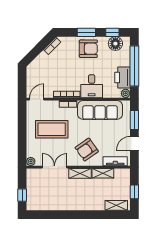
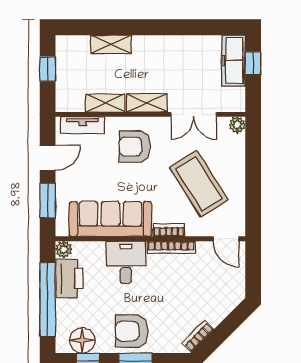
door: (37, 99) -> (226, 239), hinge flipped
coffee table: (52, 129) -> (199, 184), turned 58
armchair: (87, 150) -> (135, 147), turned -145
freezer: (33, 197) -> (233, 61), added
shelving: (116, 205) -> (111, 44), moved

